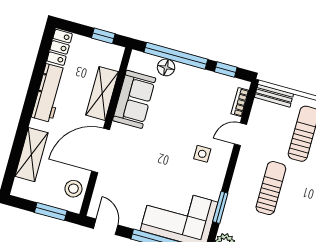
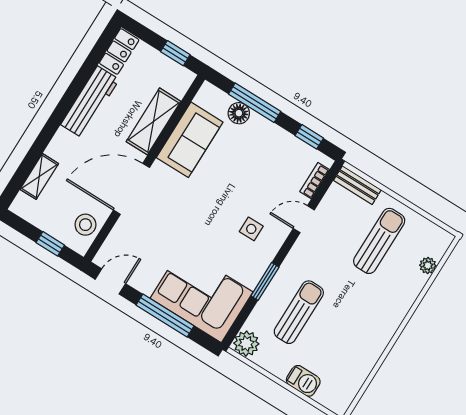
window: (176, 56) -> (255, 103), width x0.68
shelving: (31, 155) -> (39, 176), width x0.67, depth x0.75
sun lounger: (271, 188) -> (299, 312), moved
window: (220, 207) -> (265, 281), moved
window: (51, 212) -> (50, 244), width x0.67
door: (106, 227) -> (110, 281), hinge flipped

